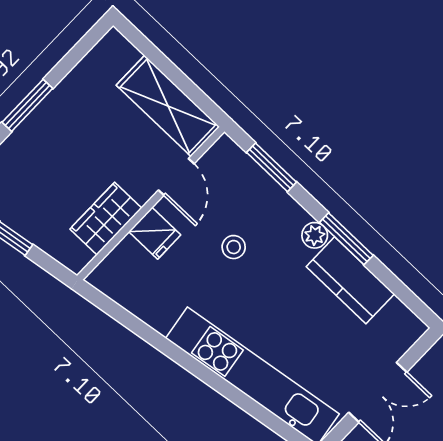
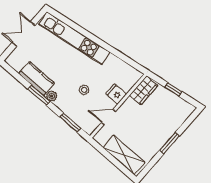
shelving: (168, 106) -> (124, 155), moved
door: (176, 177) -> (108, 117), hinge flipped
wardrobe: (106, 219) -> (144, 90), moved

